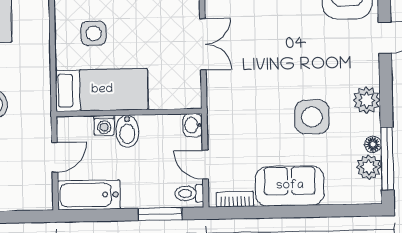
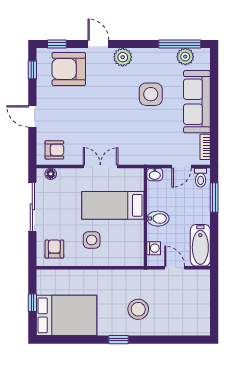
bed: (102, 90) -> (113, 205), moved, turned -90
plant: (367, 100) -> (123, 57), moved
washing machine: (104, 125) -> (154, 248), moved
floor lamp: (373, 144) -> (170, 54), removed
sofa: (290, 186) -> (197, 102), width x1.36

